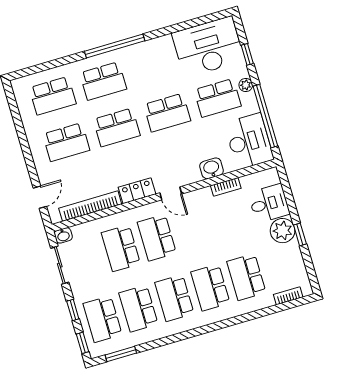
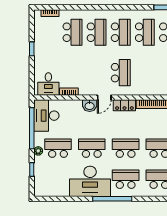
desk: (208, 47) -> (90, 181), moved
washbasin: (212, 168) -> (90, 106), moved
door: (171, 193) -> (104, 98), swing flipped
desk: (269, 203) -> (48, 84), moved, turned -90
plant: (283, 231) -> (42, 54), removed
school desk: (121, 248) -> (145, 73), removed

